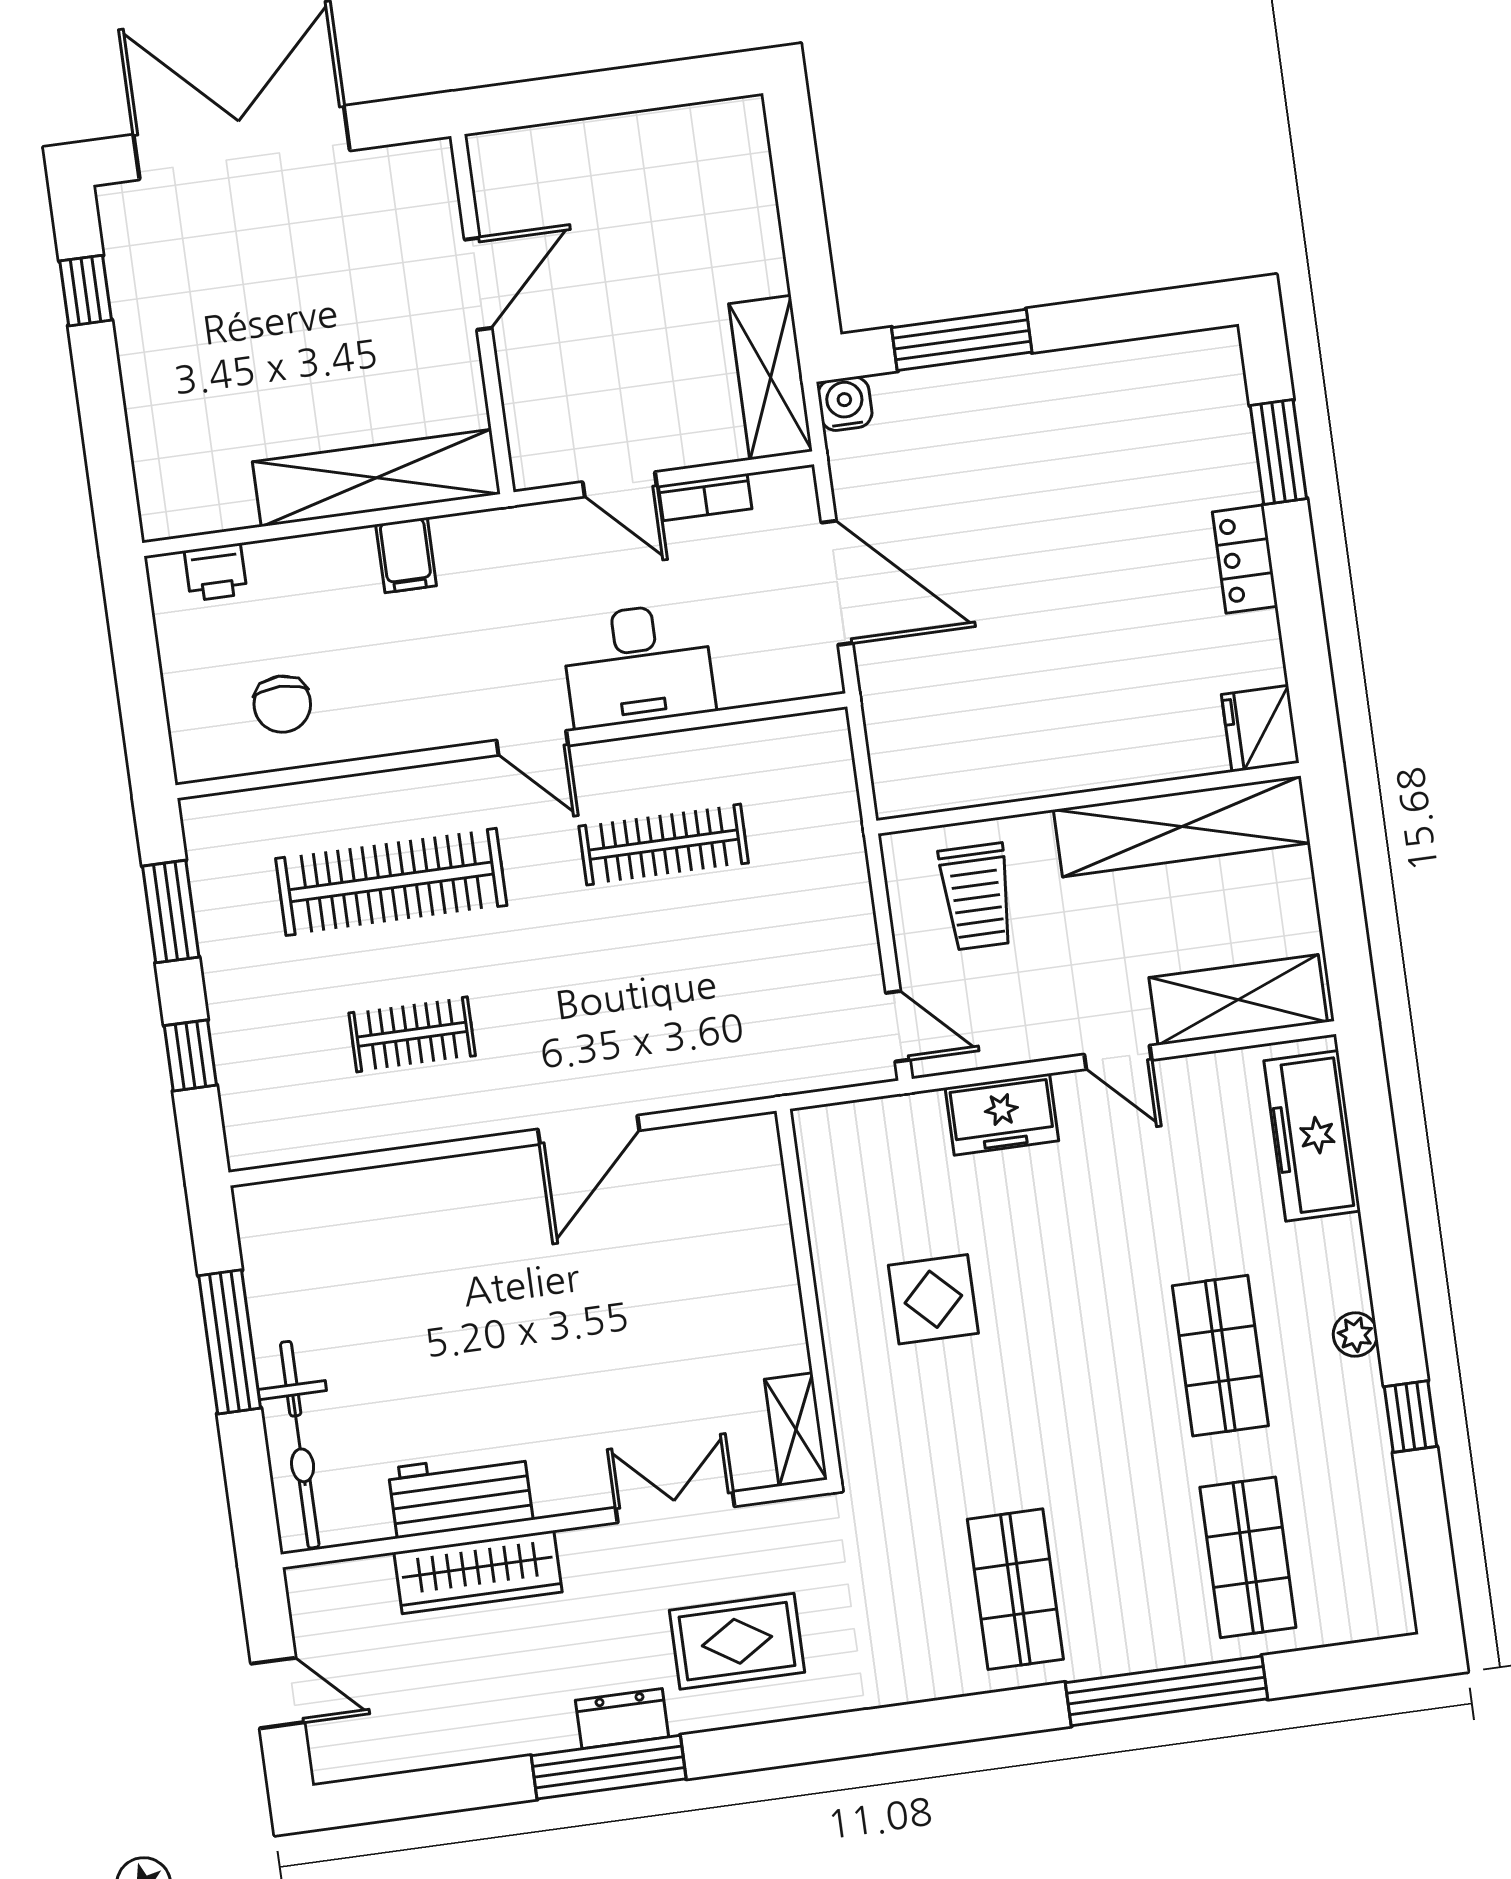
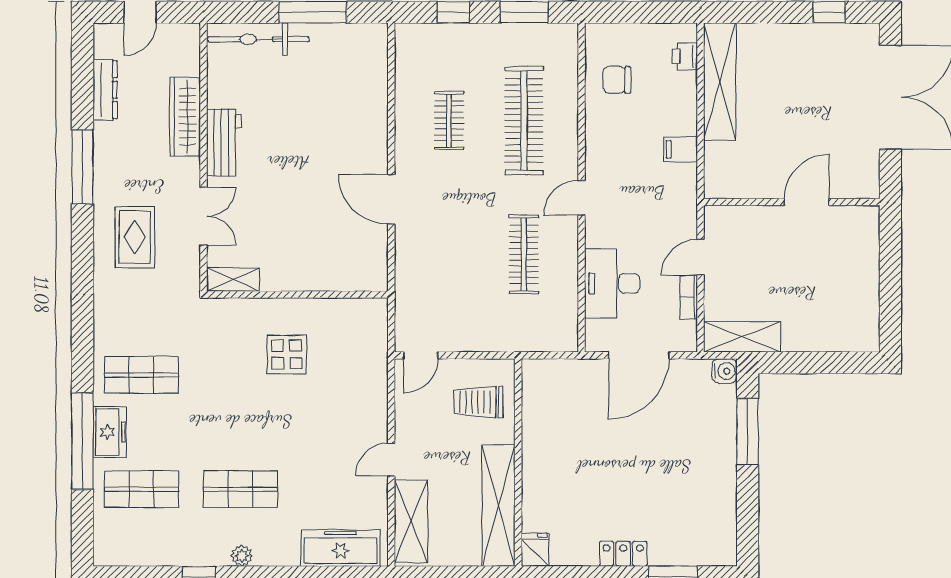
door: (478, 284) -> (807, 202), swing flipped
shelving: (376, 478) -> (720, 81), moved
desk: (638, 665) -> (612, 283), moved
fridge: (1260, 729) -> (535, 550), width x0.72
freezer: (1002, 1114) -> (110, 432), moved, turned 180
workbench: (461, 1494) -> (224, 142), moved
dresser: (622, 1719) -> (105, 90), moved, width x1.44

